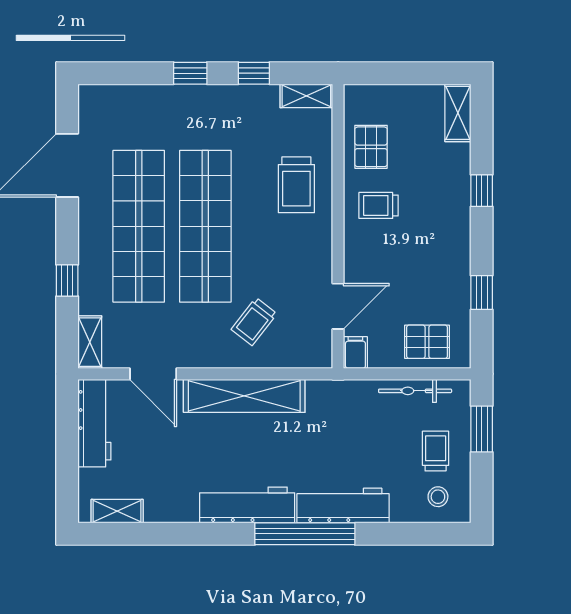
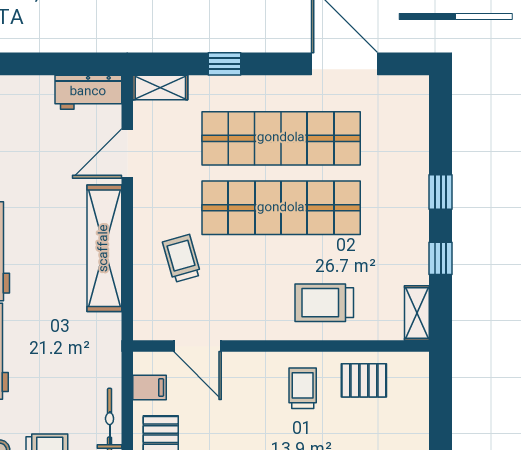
trolley: (254, 322) -> (182, 258), turned 36
filing cabinet: (355, 353) -> (149, 387), moved
workbench: (94, 423) -> (88, 92), width x0.73

